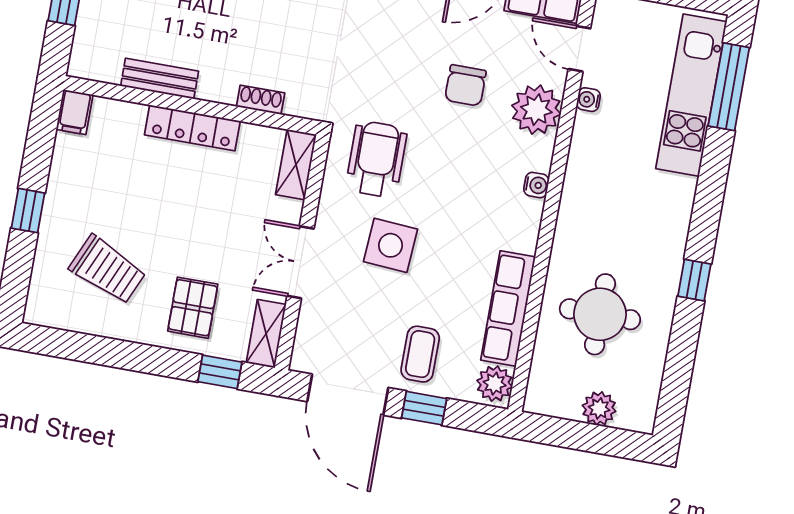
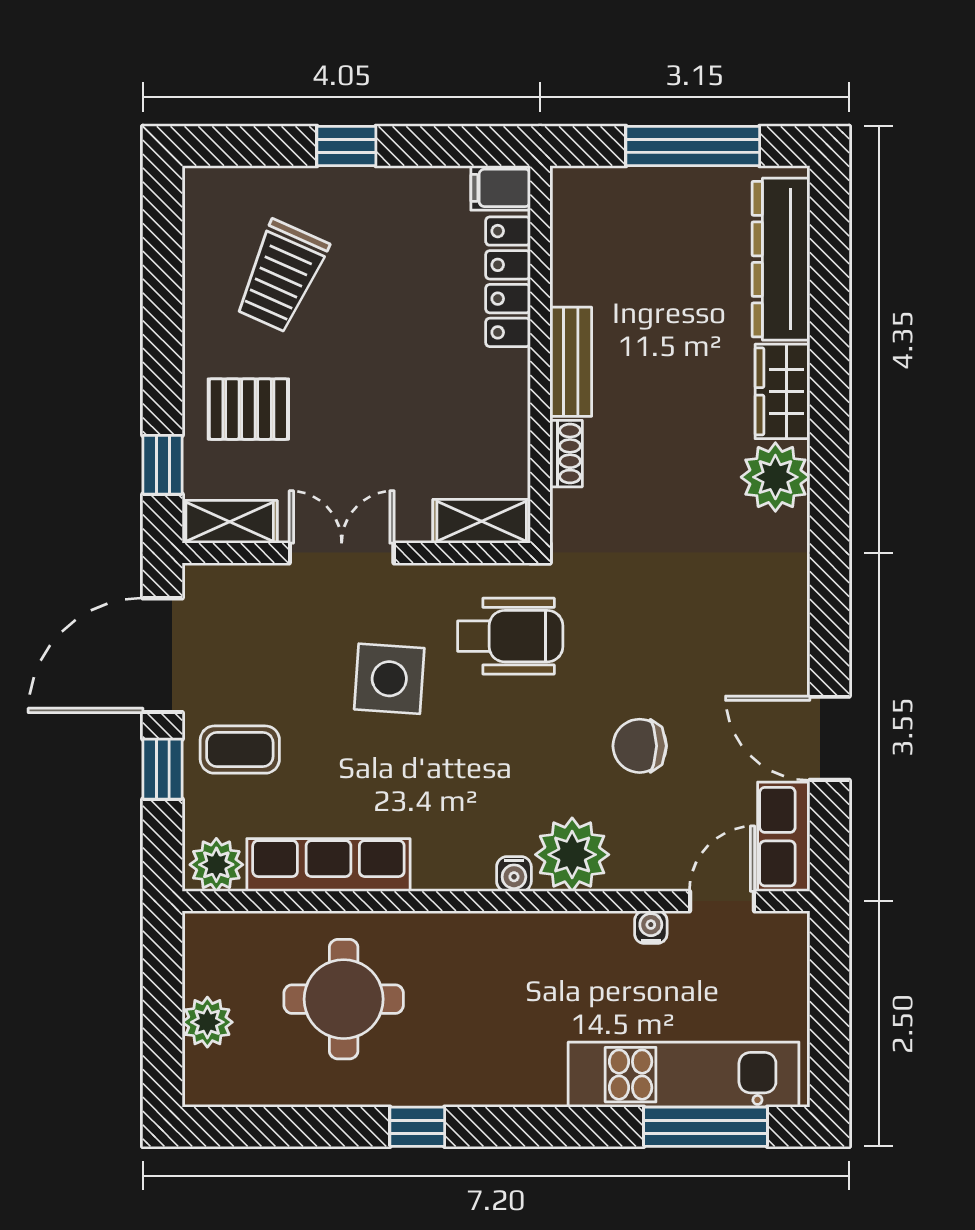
bench: (160, 79) -> (571, 362), moved
plant: (536, 110) -> (572, 855), moved
locker: (192, 128) -> (508, 282), moved

